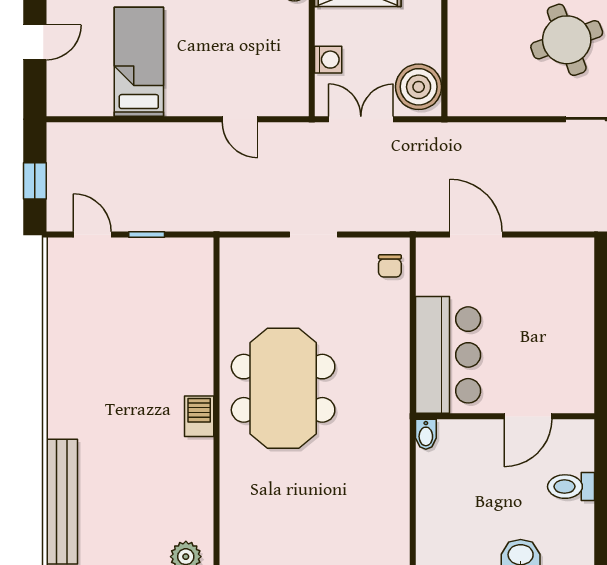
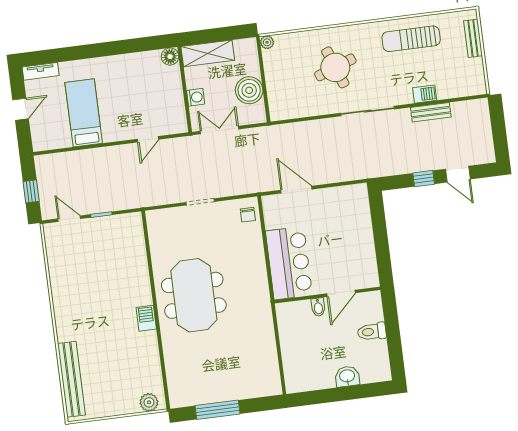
boiler: (419, 87) -> (249, 90), moved
door: (240, 119) -> (148, 139), hinge flipped
bidet: (426, 434) -> (318, 307), moved

